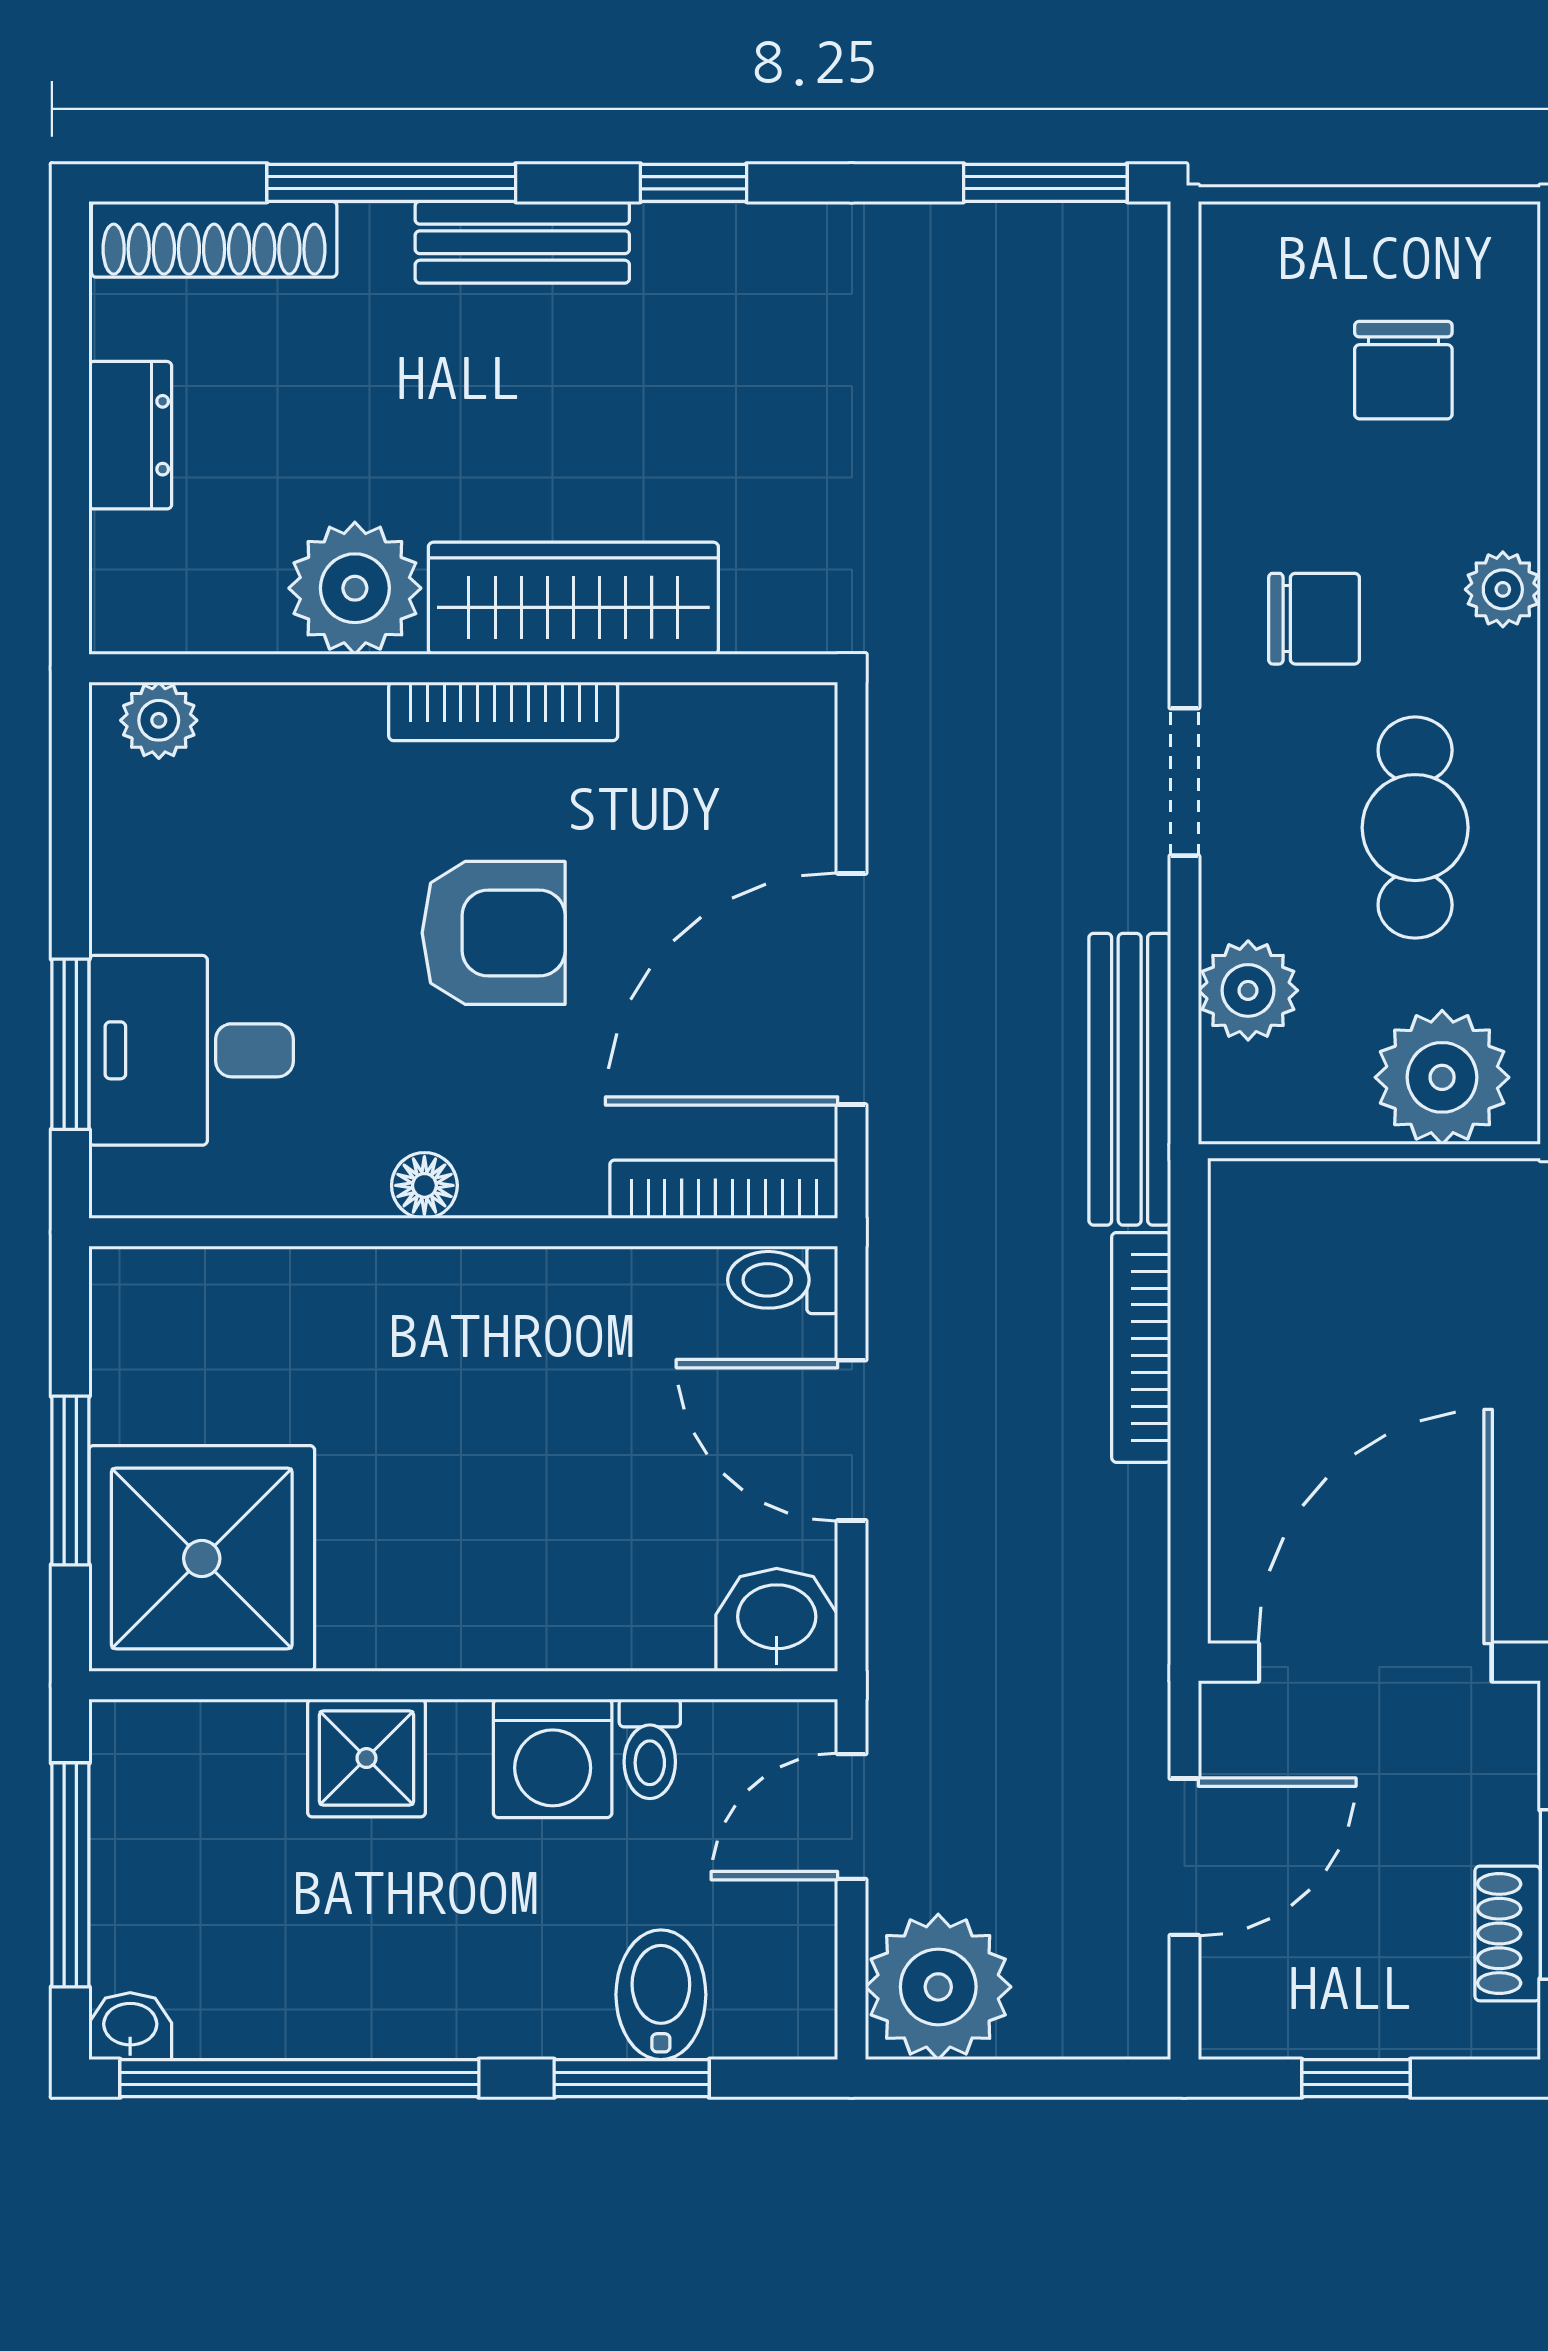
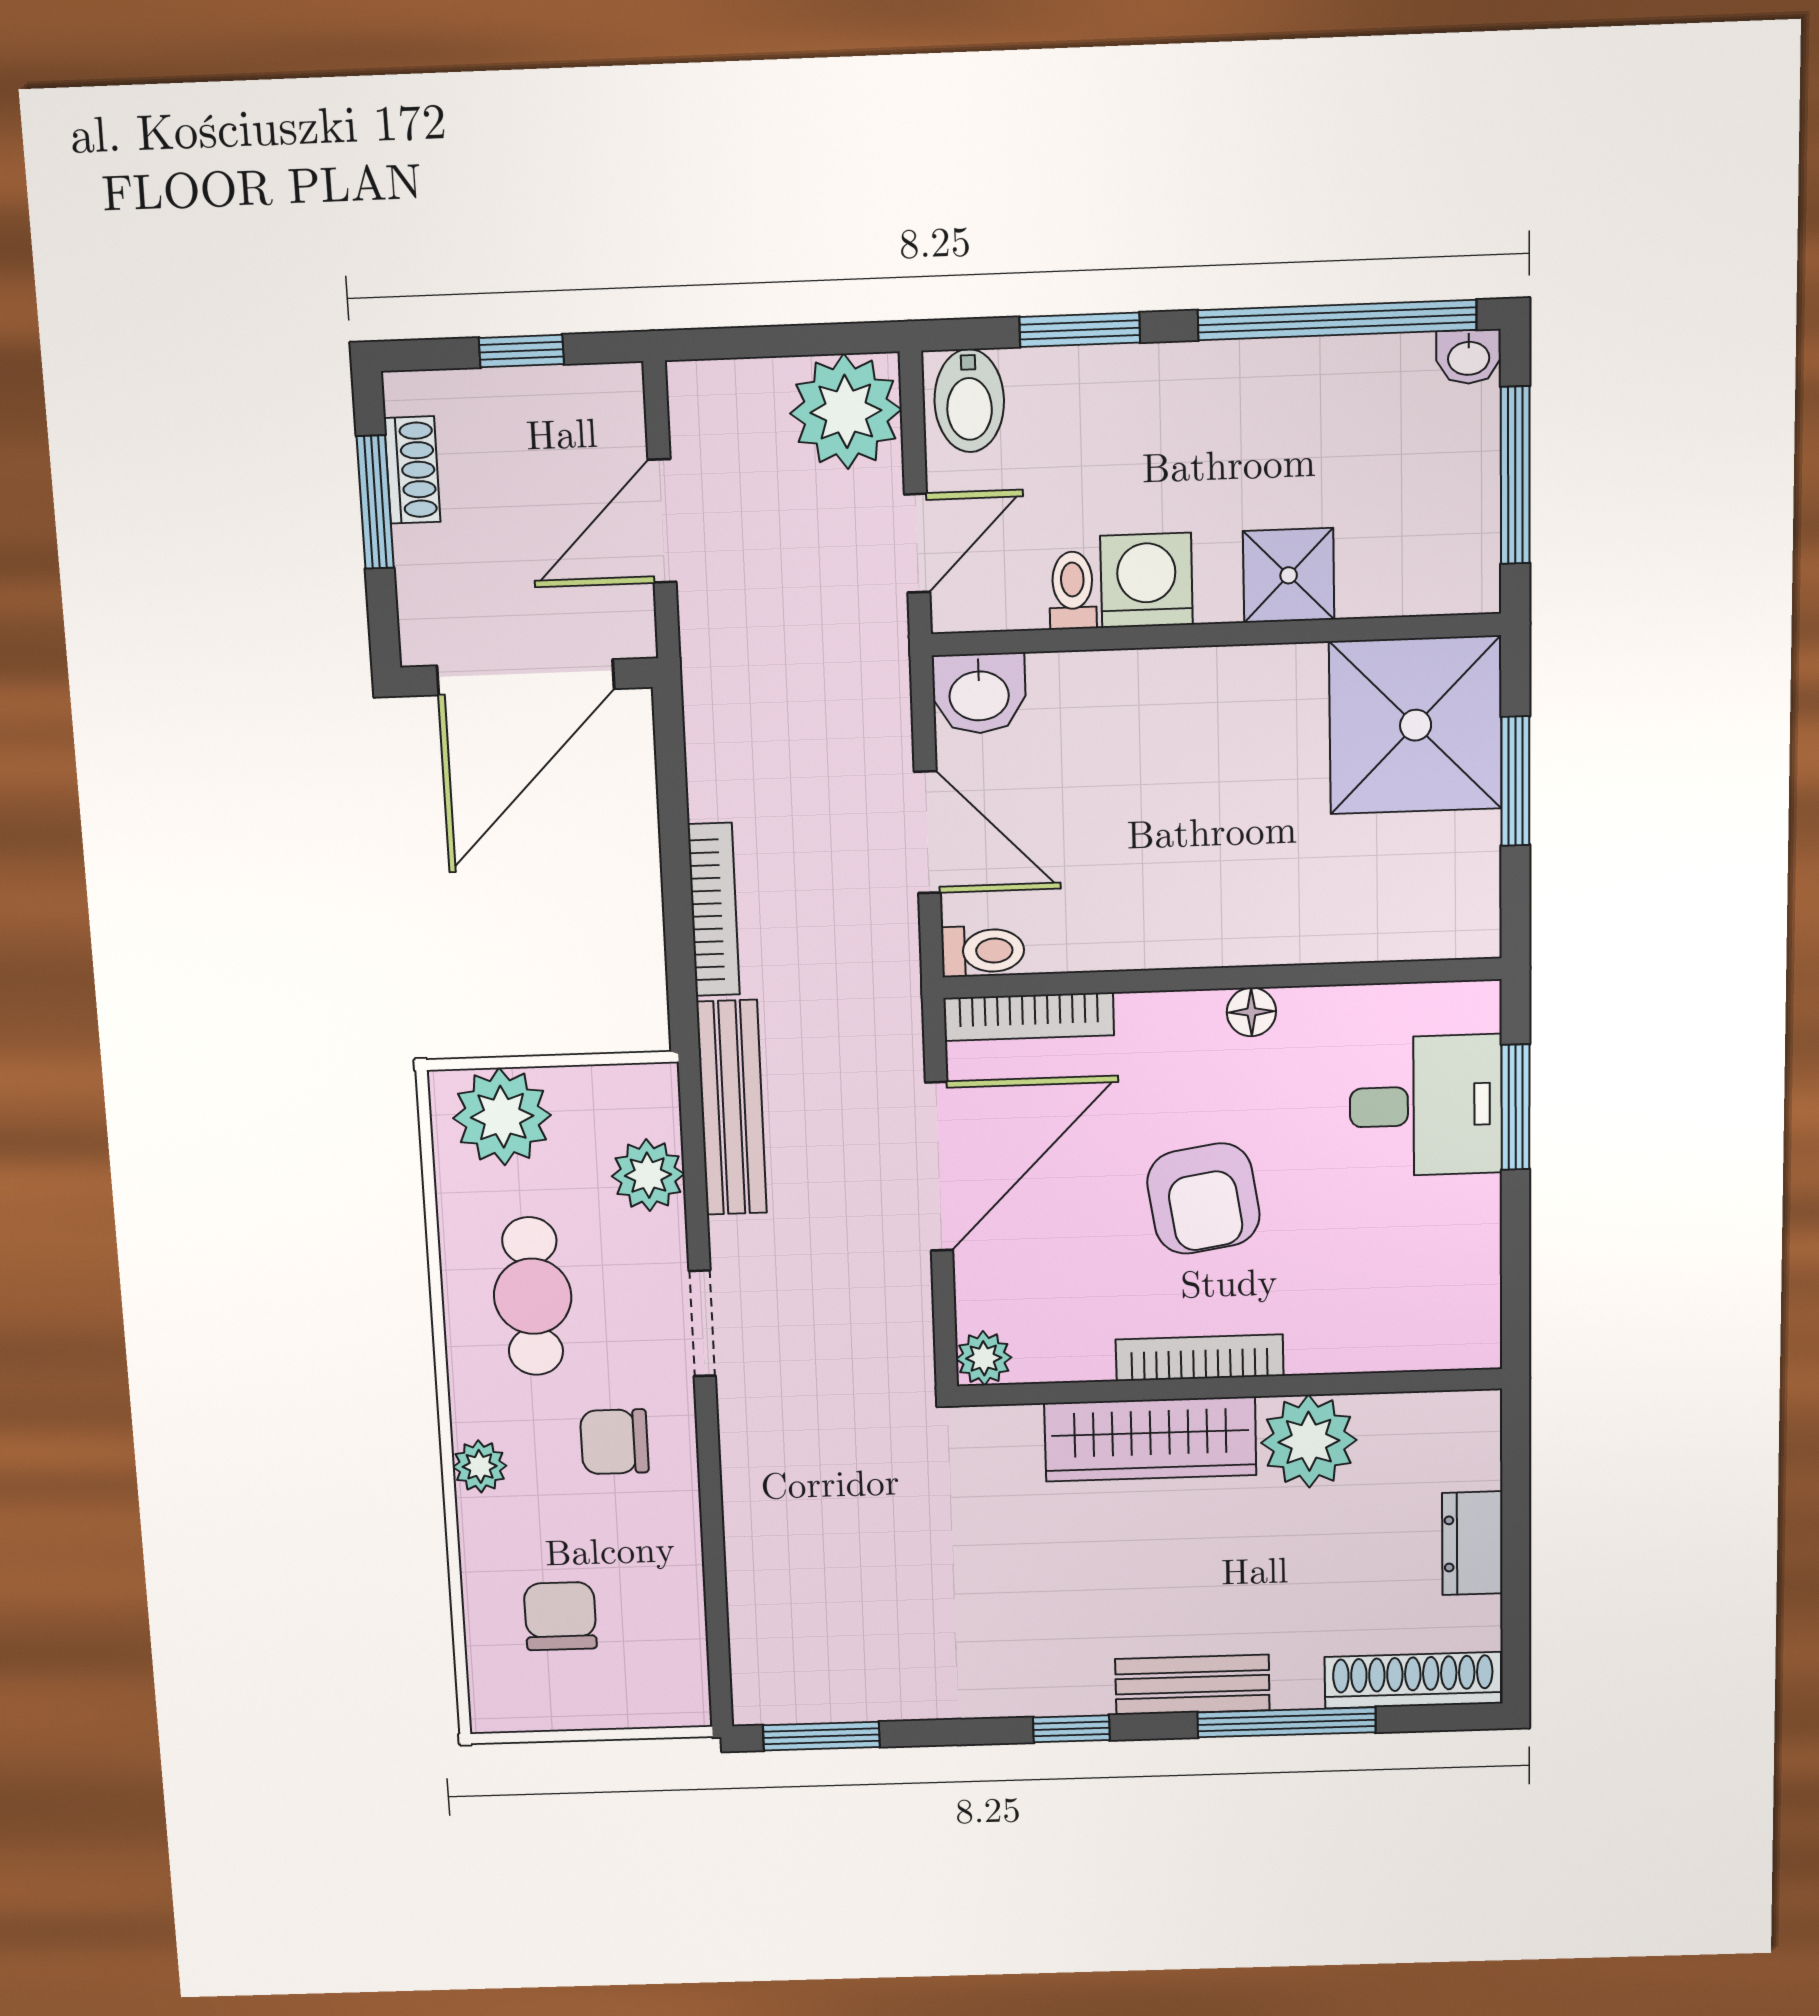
plant: (159, 720) -> (984, 1358), moved
armchair: (494, 933) -> (1203, 1199), turned -99
bidet: (661, 1995) -> (969, 401), moved

